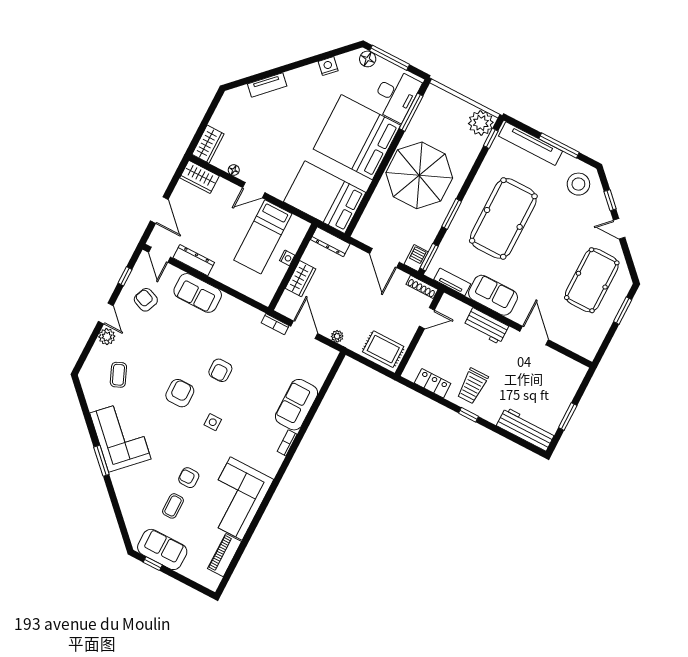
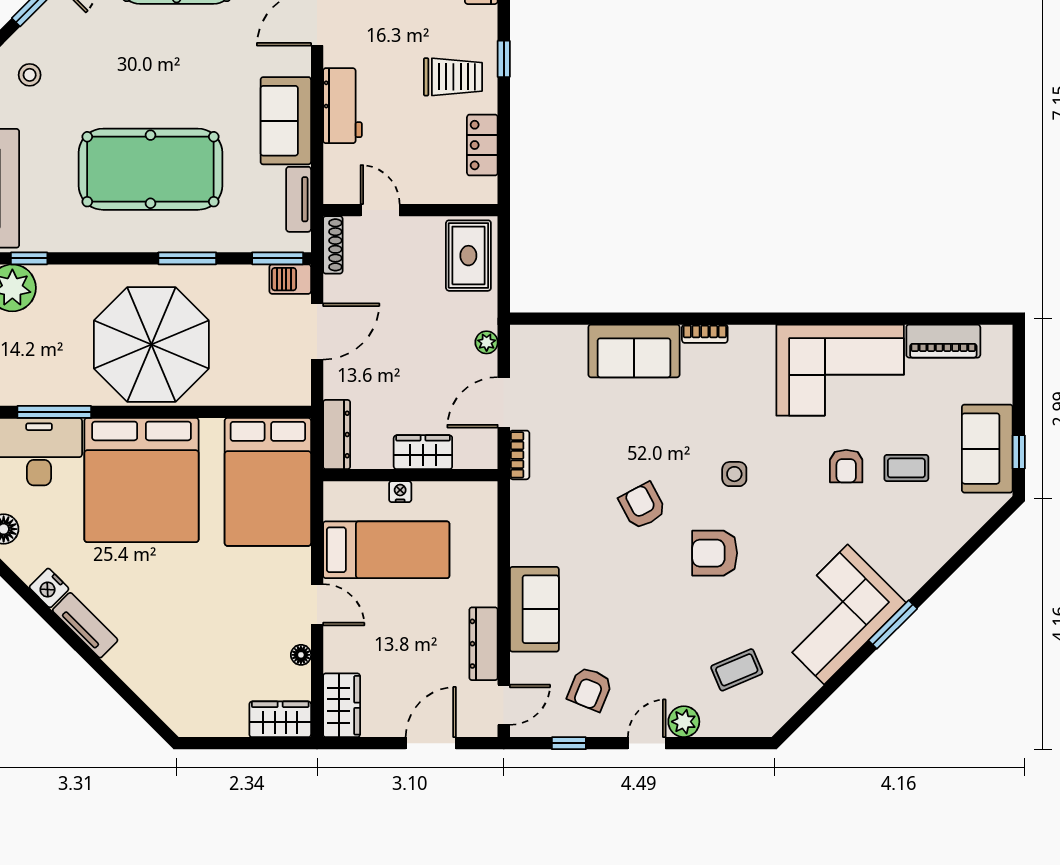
tv unit: (267, 85) -> (85, 625), moved
stool: (578, 184) -> (30, 75), width x0.53, depth x0.53
armchair: (220, 370) -> (642, 506), turned -118

